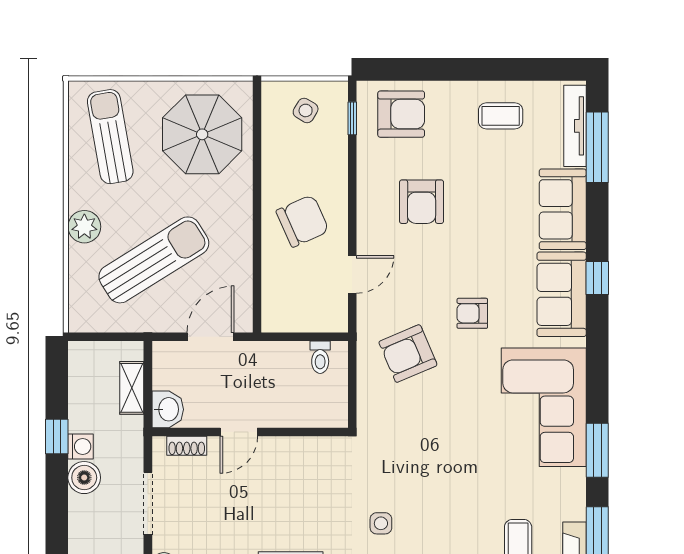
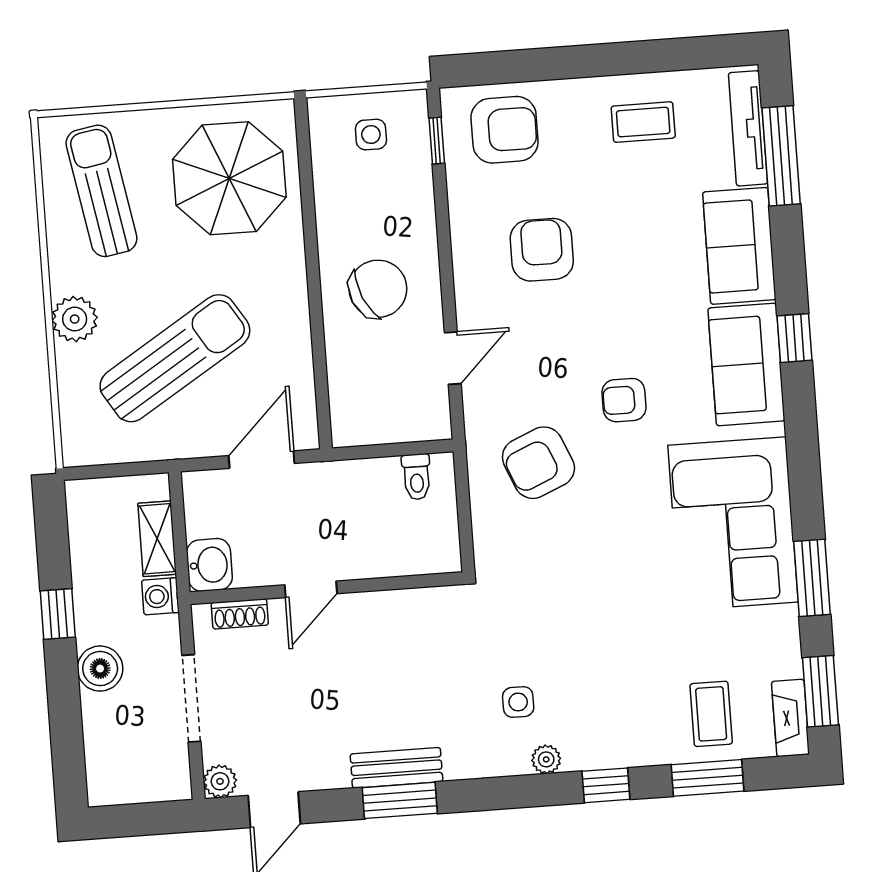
side table: (306, 110) -> (371, 135), turned -31
armchair: (422, 202) -> (542, 250), turned 180
washing machine: (81, 446) -> (160, 596), moved, turned 180

